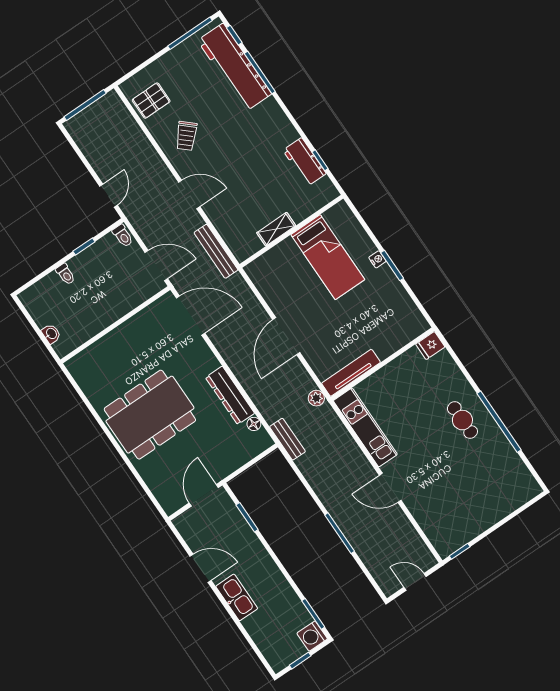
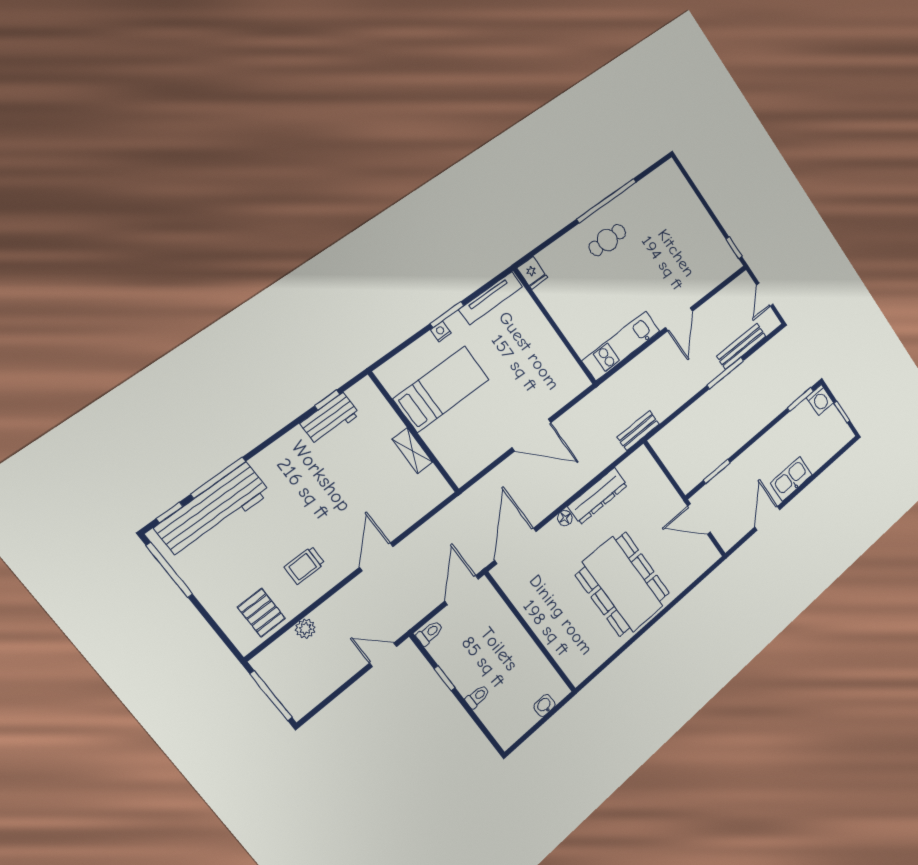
trolley: (186, 136) -> (305, 565), turned 138
bench: (216, 251) -> (741, 346), moved
tv unit: (351, 373) -> (491, 298), moved, turned -90
plant: (316, 398) -> (305, 629), moved
floor lamp: (254, 424) -> (565, 518), moved

